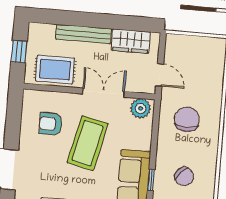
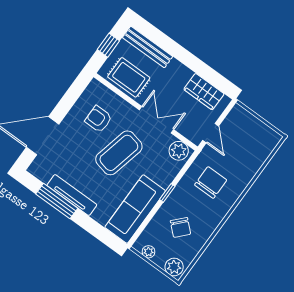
bench: (84, 34) -> (148, 47), moved
window: (151, 180) -> (167, 193), moved

